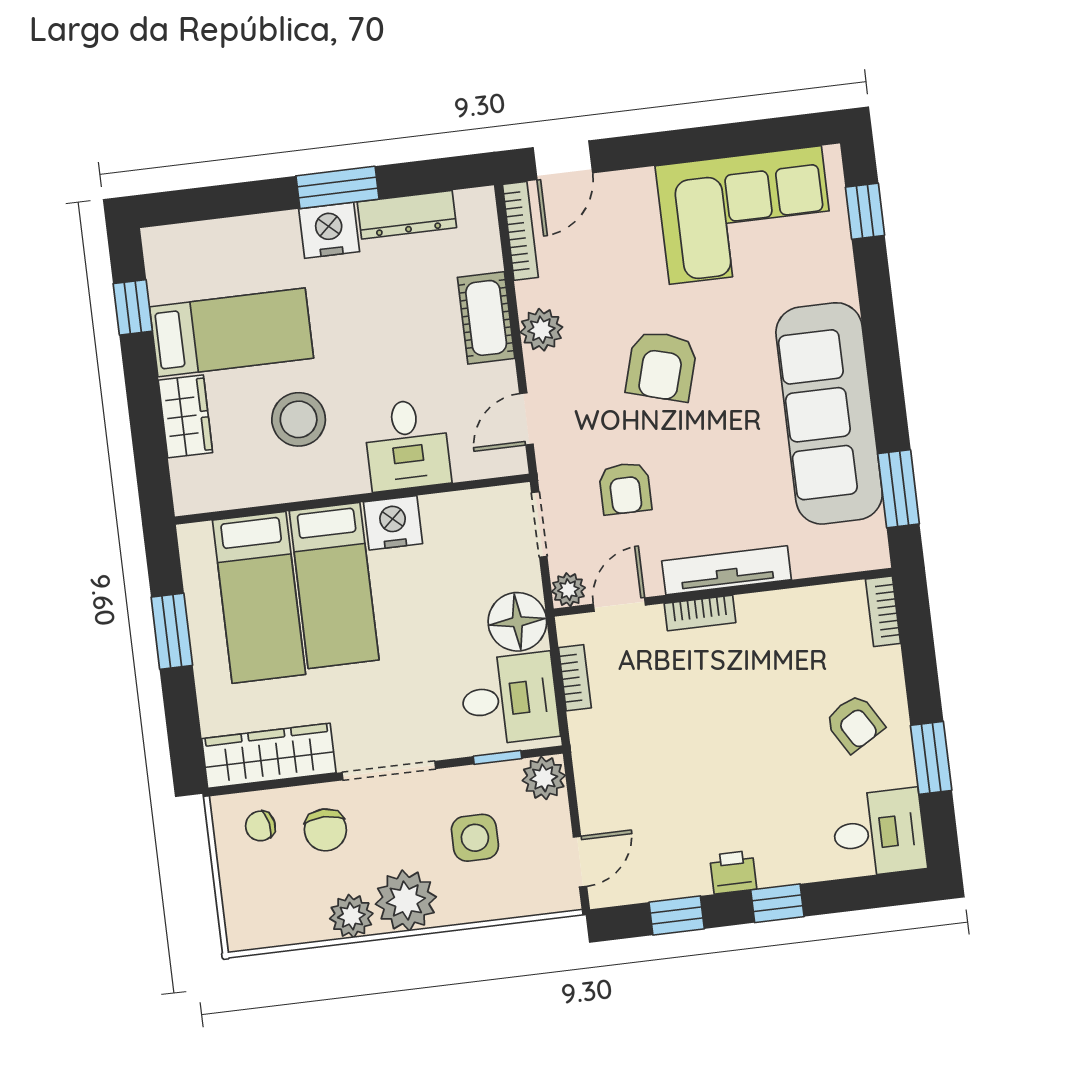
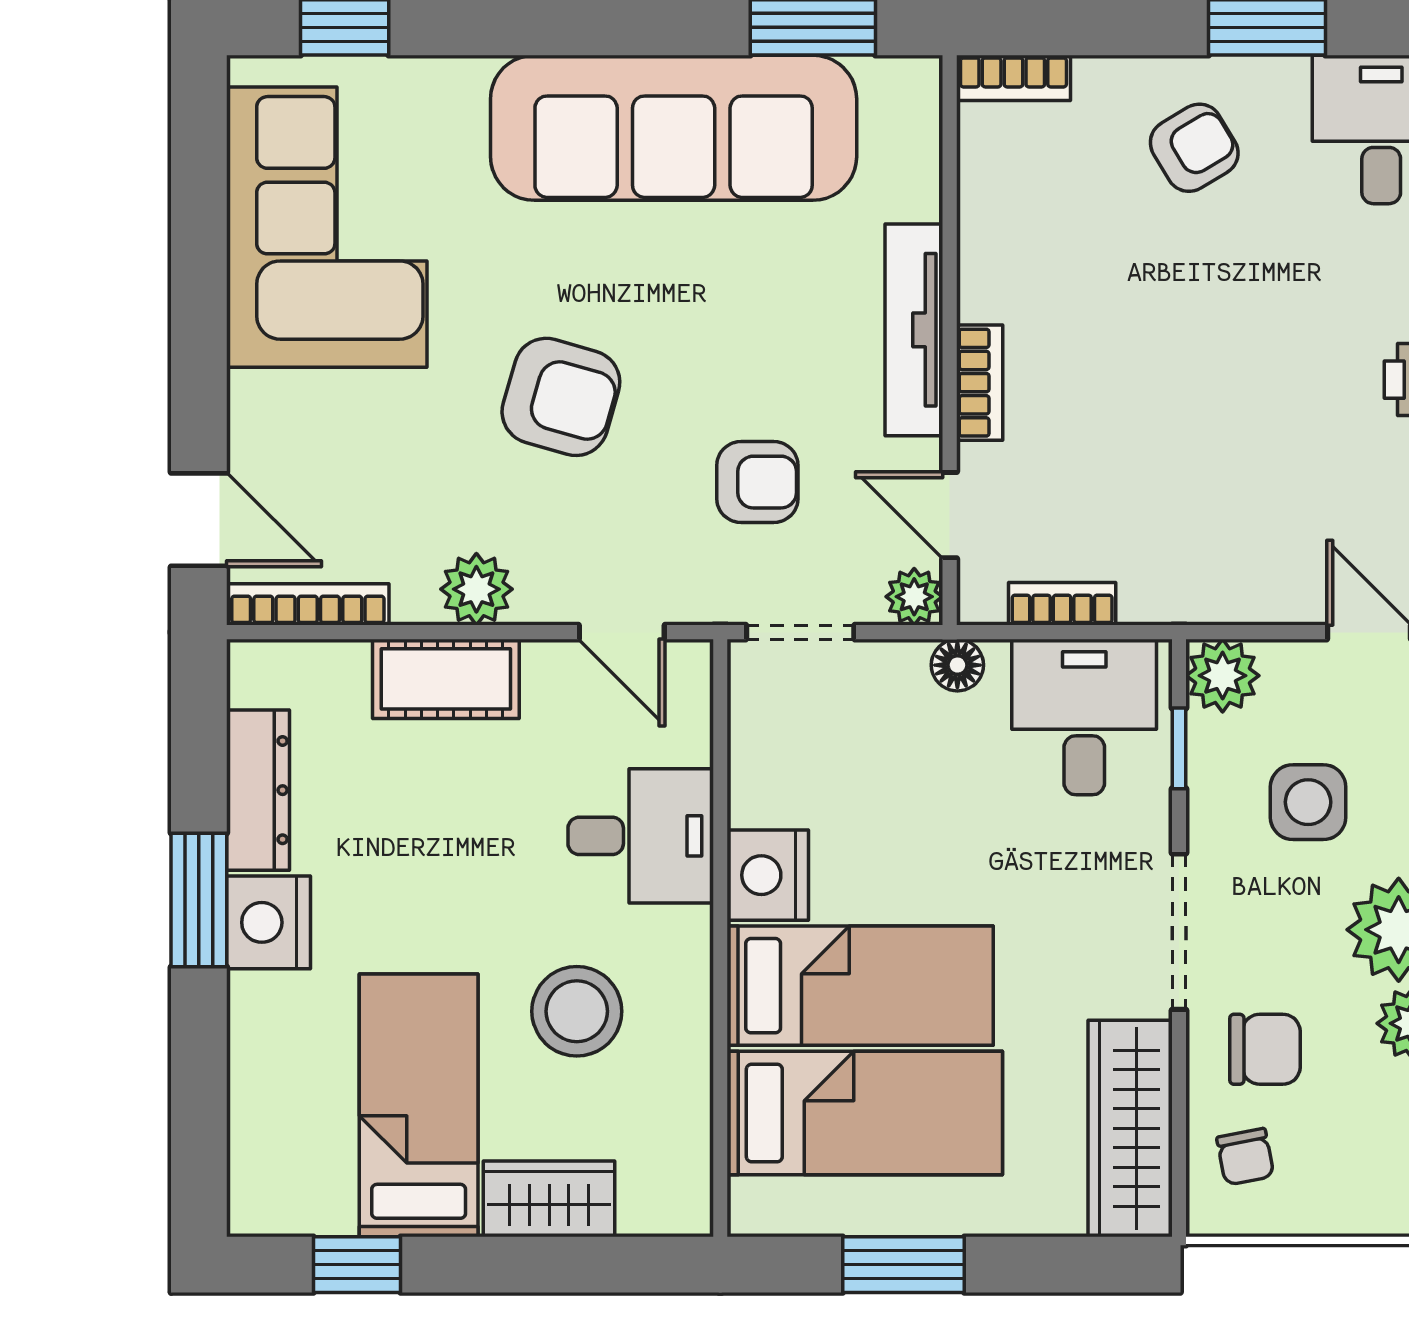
floor lamp: (517, 622) -> (957, 665), width x0.53, depth x0.53

